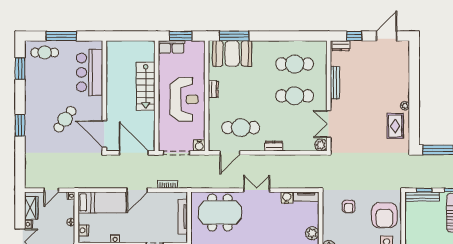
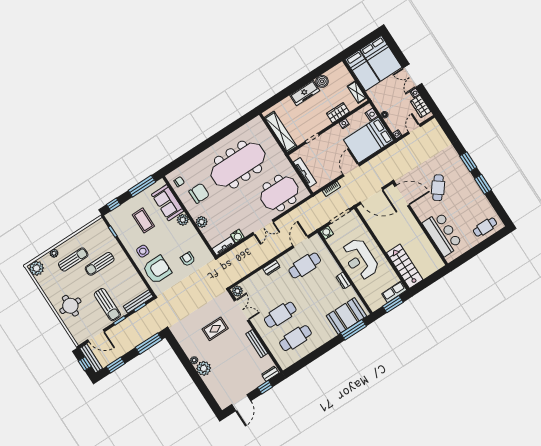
window: (61, 36) -> (481, 247), removed
window: (20, 69) -> (483, 184), moved
stairs: (146, 86) -> (405, 266), moved
plant: (401, 92) -> (204, 368), added
rug: (395, 126) -> (215, 329), moved, turned 90
bed: (102, 202) -> (369, 140), width x1.50
armchair: (384, 215) -> (157, 270), turned 90

